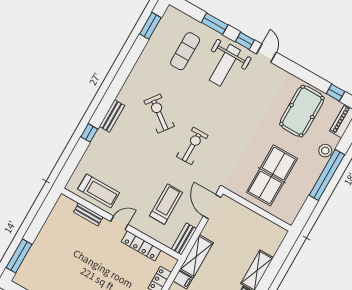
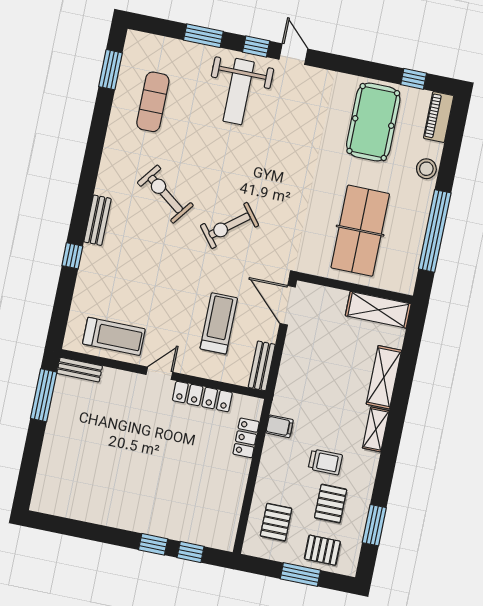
exercise mat: (185, 51) -> (153, 102), moved
exercise bike: (192, 146) -> (230, 226), turned -128
window: (327, 175) -> (435, 231), moved
bench: (88, 215) -> (80, 370), moved
window: (19, 256) -> (44, 395), moved
shelving: (196, 256) -> (378, 310), moved, turned 90

